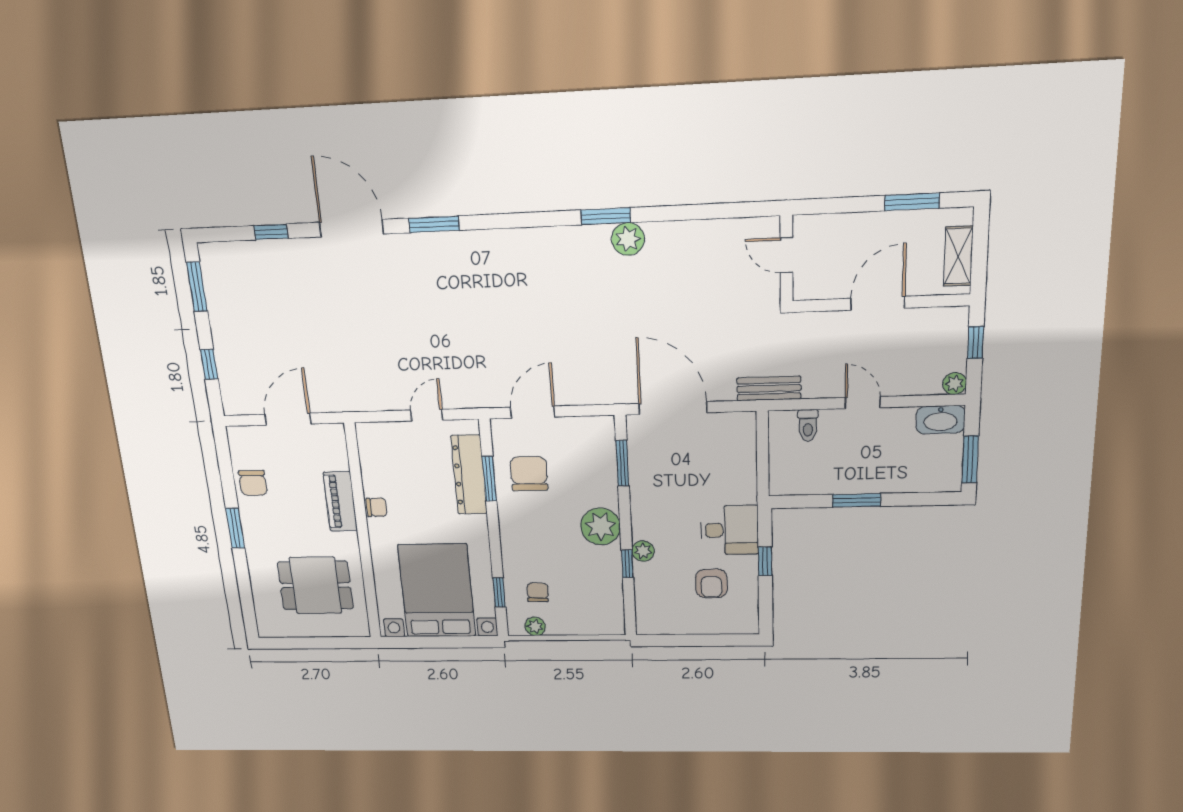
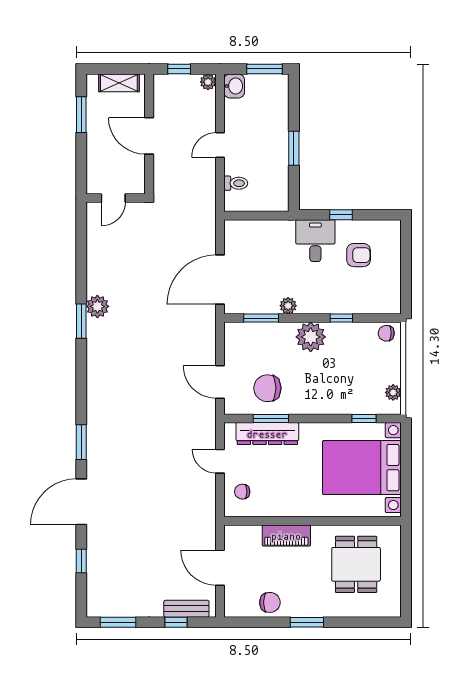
bench: (769, 388) -> (186, 609), moved, turned 90
washbasin: (940, 420) -> (234, 86), width x0.72
chair: (377, 507) -> (242, 492), moved, turned -90
plant: (643, 551) -> (288, 306), moved
chair: (538, 592) -> (386, 333), moved

